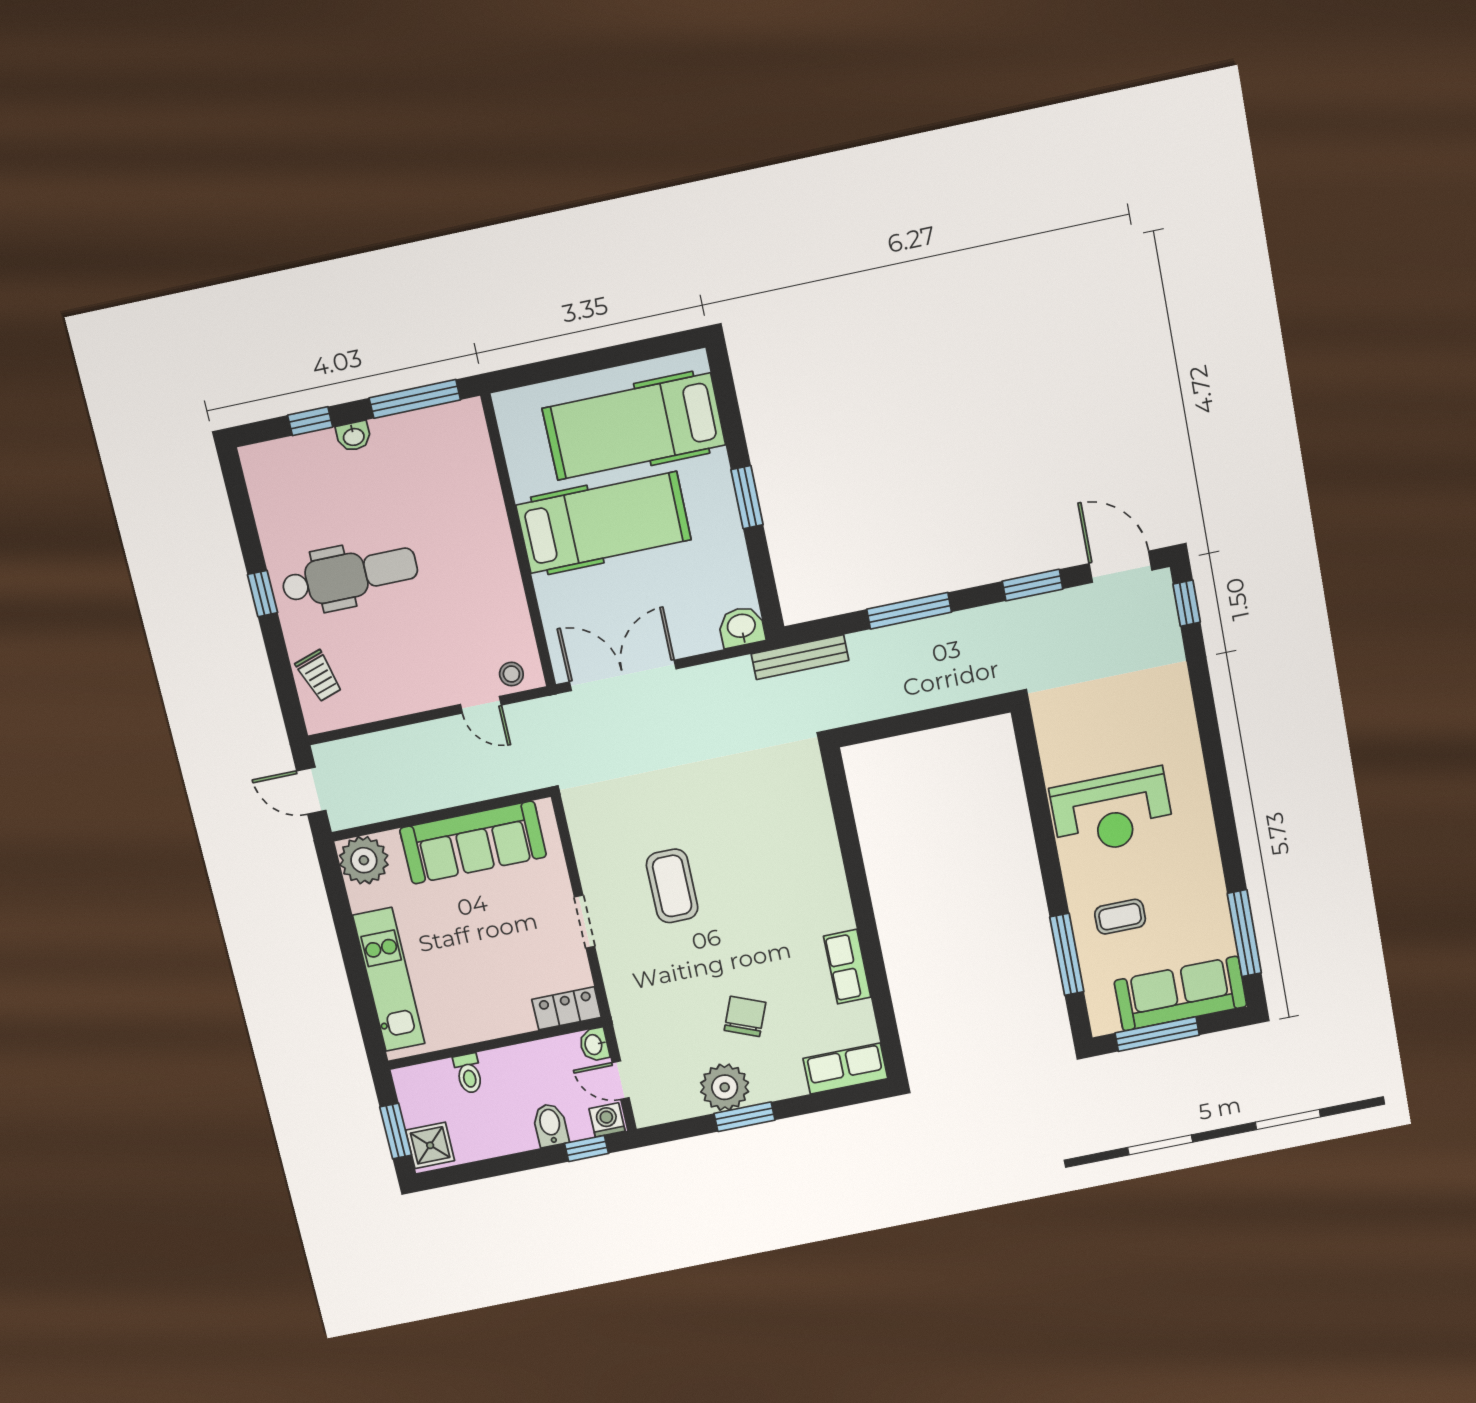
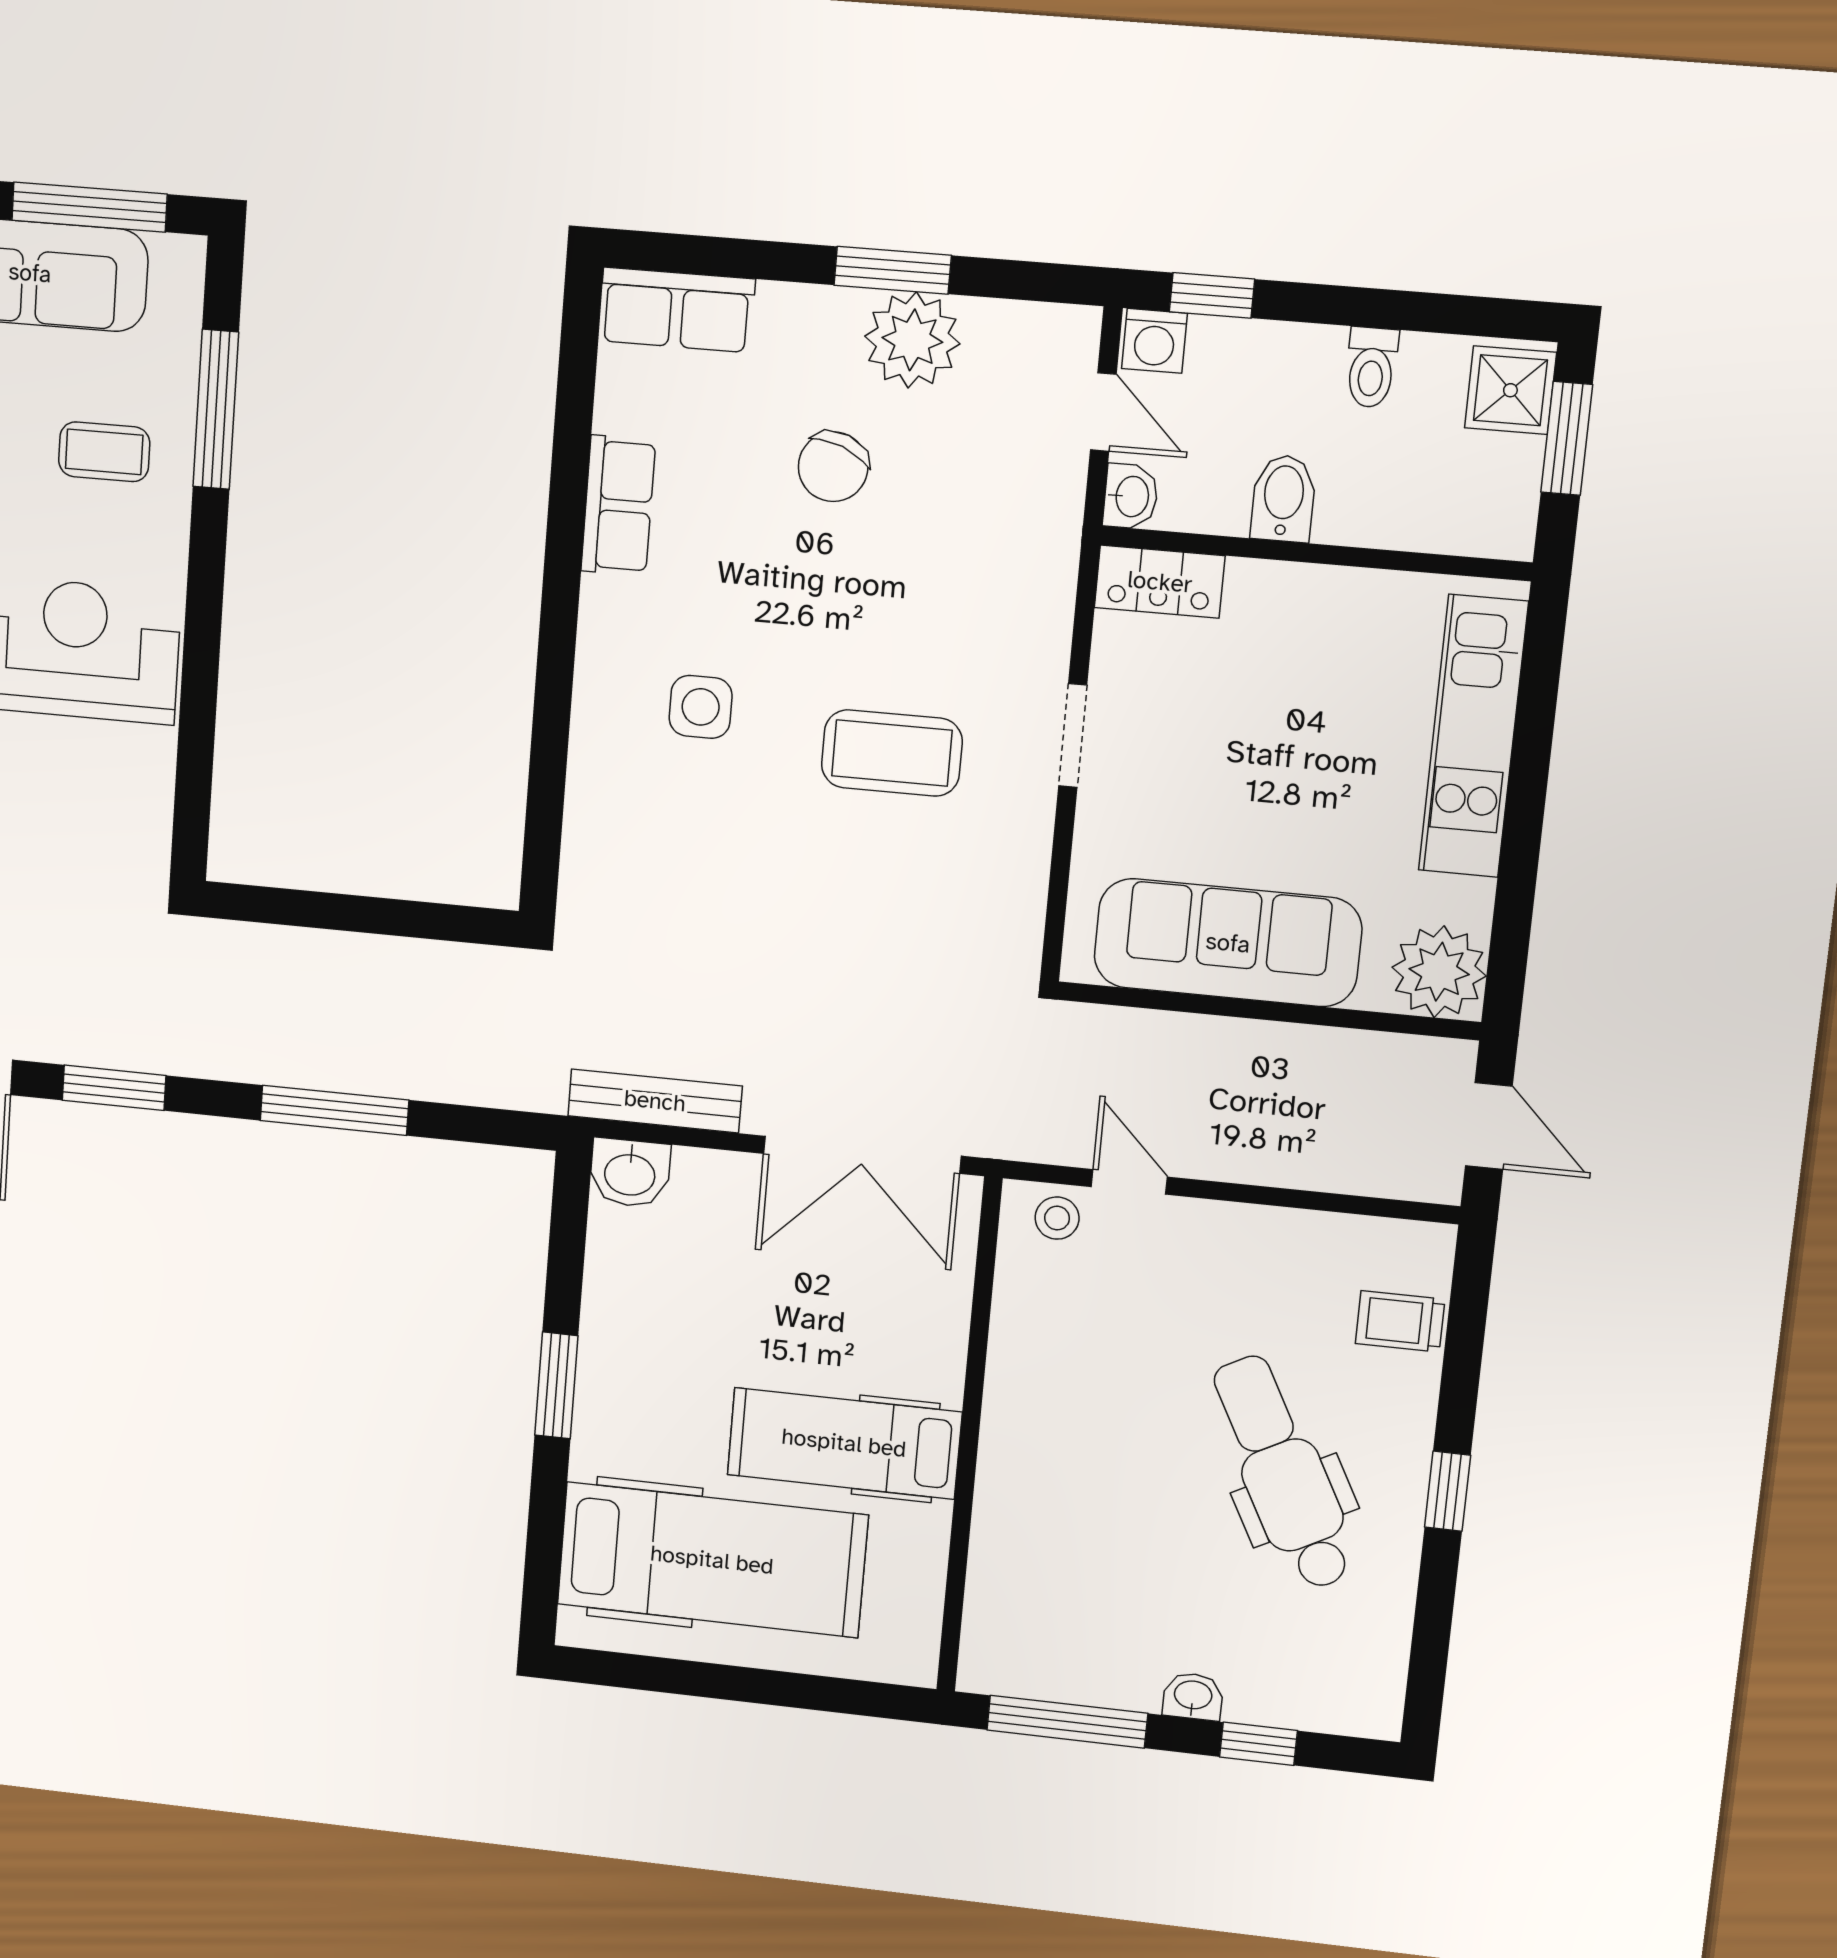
hospital bed: (604, 522) -> (844, 1443), width x0.73, depth x0.78
dental chair: (350, 576) -> (1283, 1473), turned 62
bench: (800, 657) -> (655, 1101), moved
trolley: (319, 676) -> (1400, 1321), turned -72
side table: (776, 880) -> (701, 707), added
coffee table: (672, 886) -> (892, 753), turned 90
toilet: (469, 1073) -> (1371, 367), moved, turned 180
bidet: (550, 1125) -> (1283, 498), moved, turned 180

